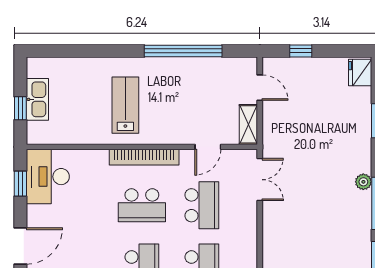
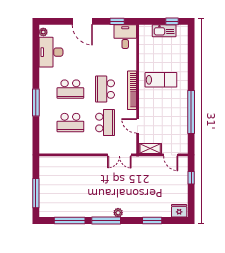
door: (260, 88) -> (171, 155), hinge flipped
window: (20, 108) -> (172, 21), moved
desk: (48, 177) -> (125, 37), width x0.73
school desk: (202, 205) -> (105, 123), turned -90

